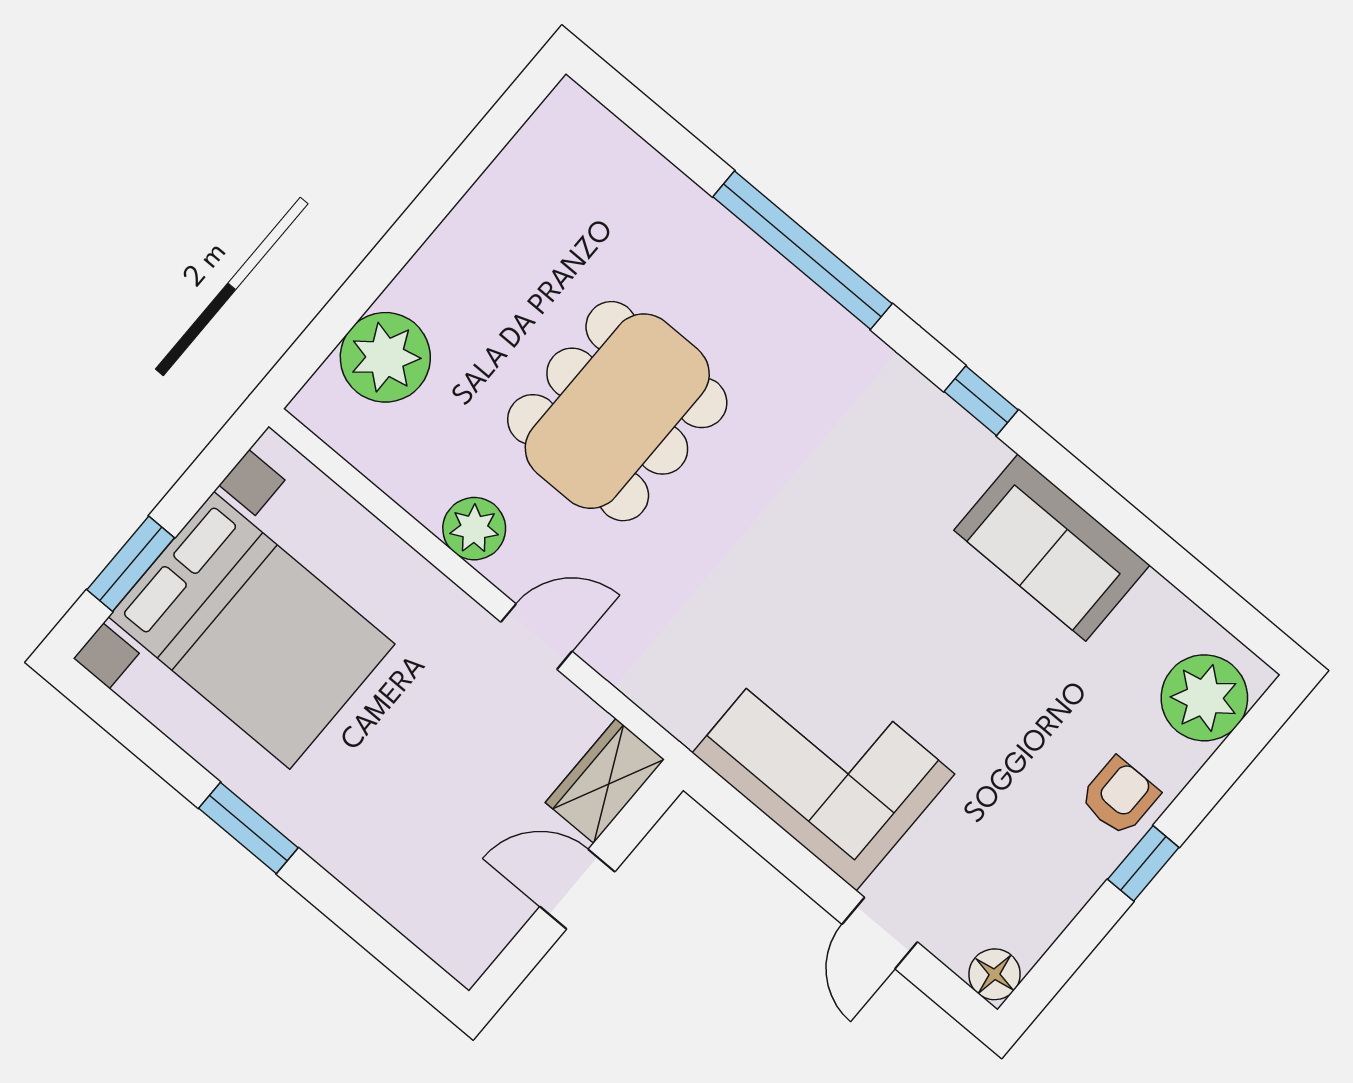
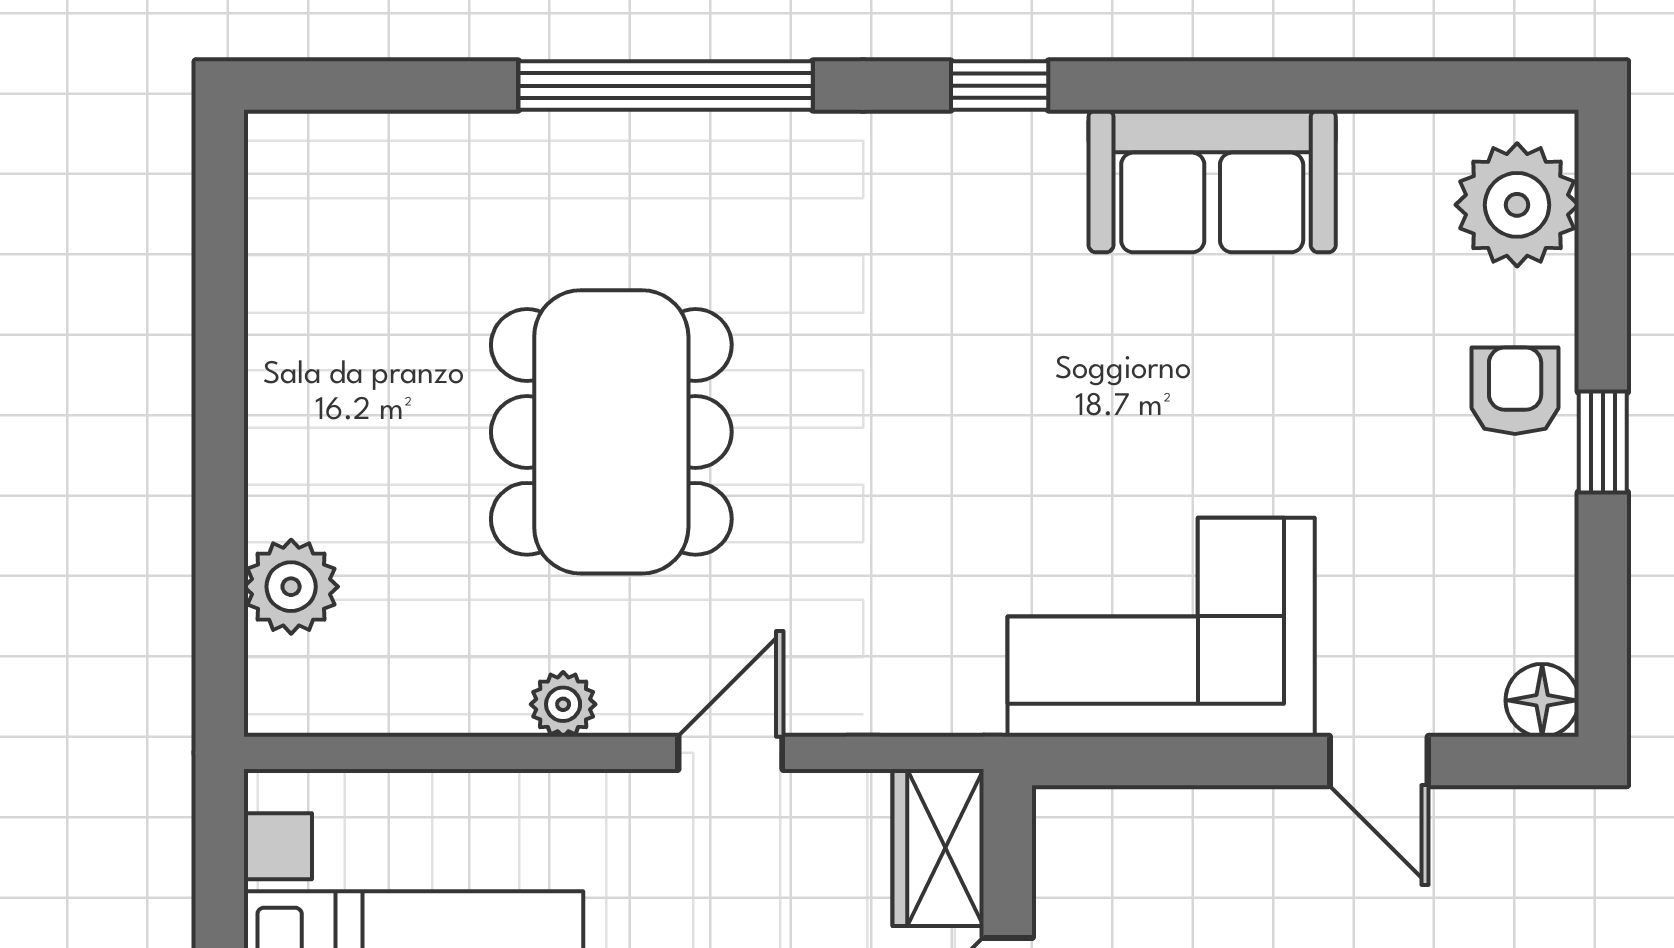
plant: (385, 357) -> (291, 587), width x0.73, depth x0.73
plant: (474, 529) -> (563, 704), width x0.73, depth x0.73

